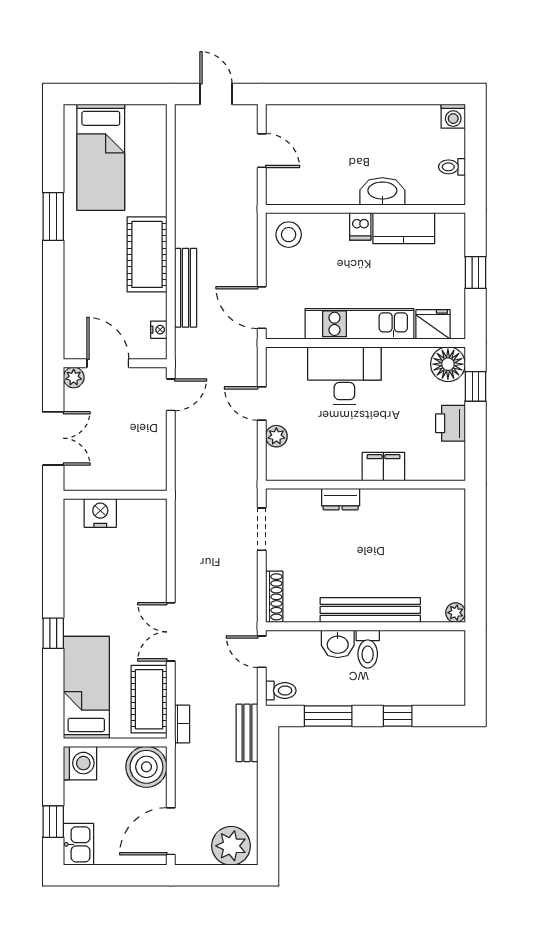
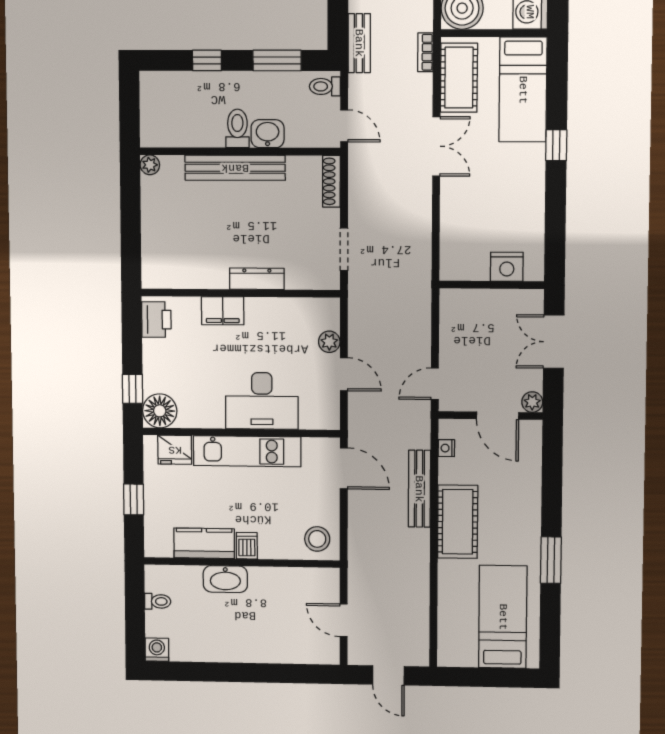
printer: (451, 423) -> (156, 320), moved
dresser: (341, 499) -> (257, 279), width x1.44

